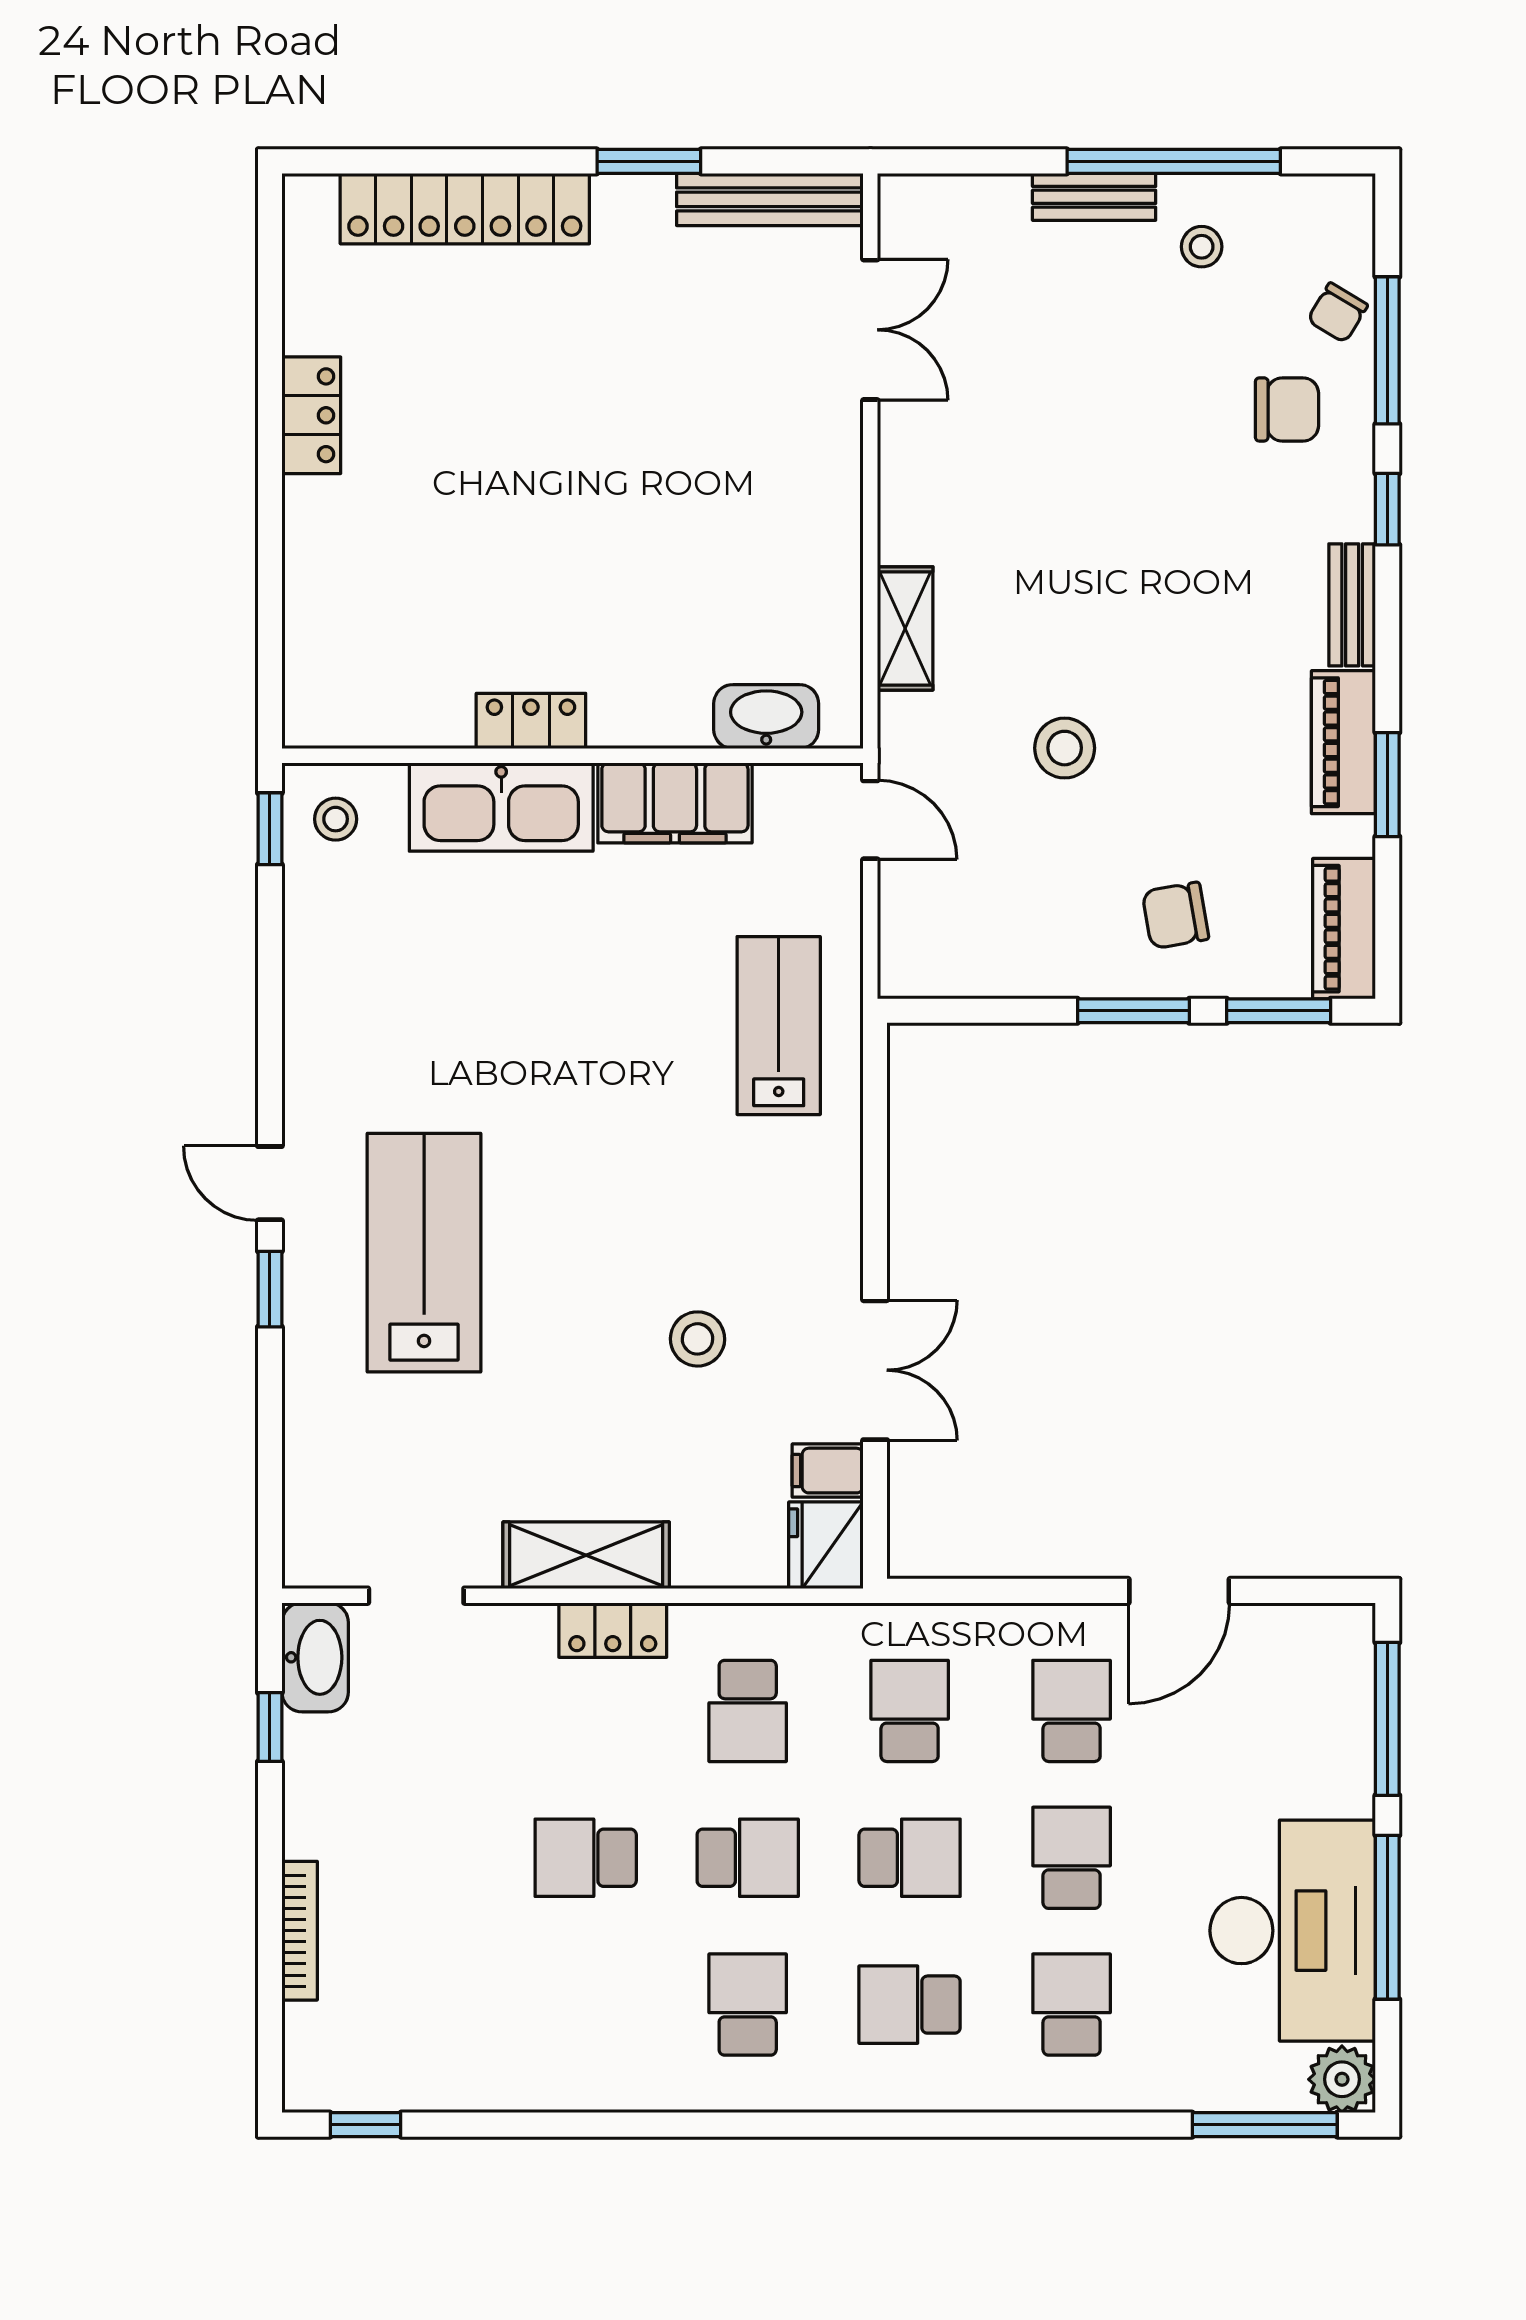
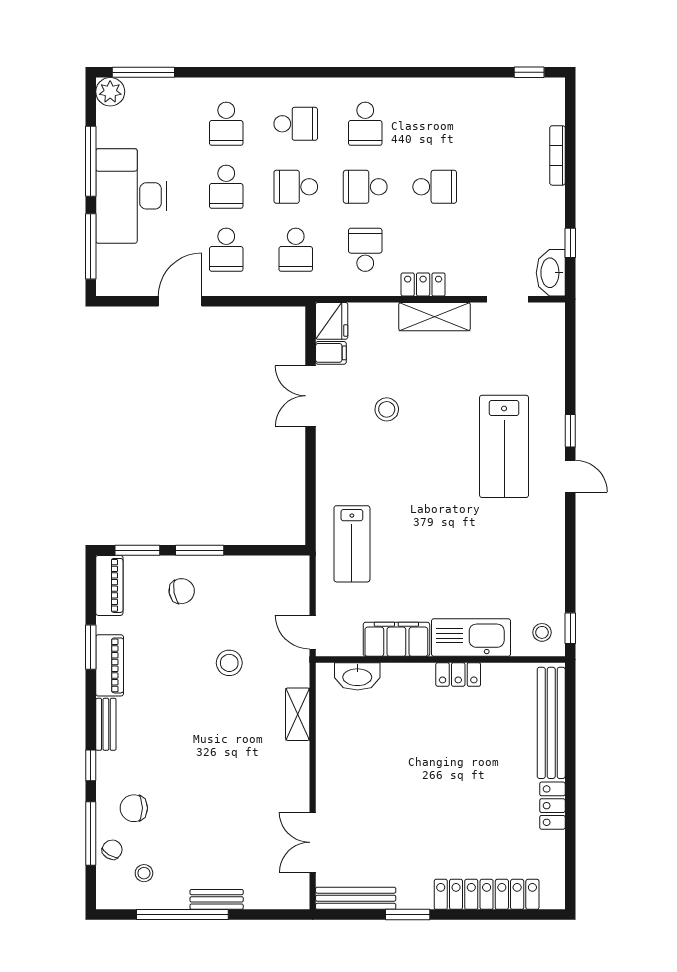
stool: (1202, 247) -> (144, 873), moved
bench: (314, 608) -> (551, 723), added
desk: (1293, 1931) -> (131, 196), moved

